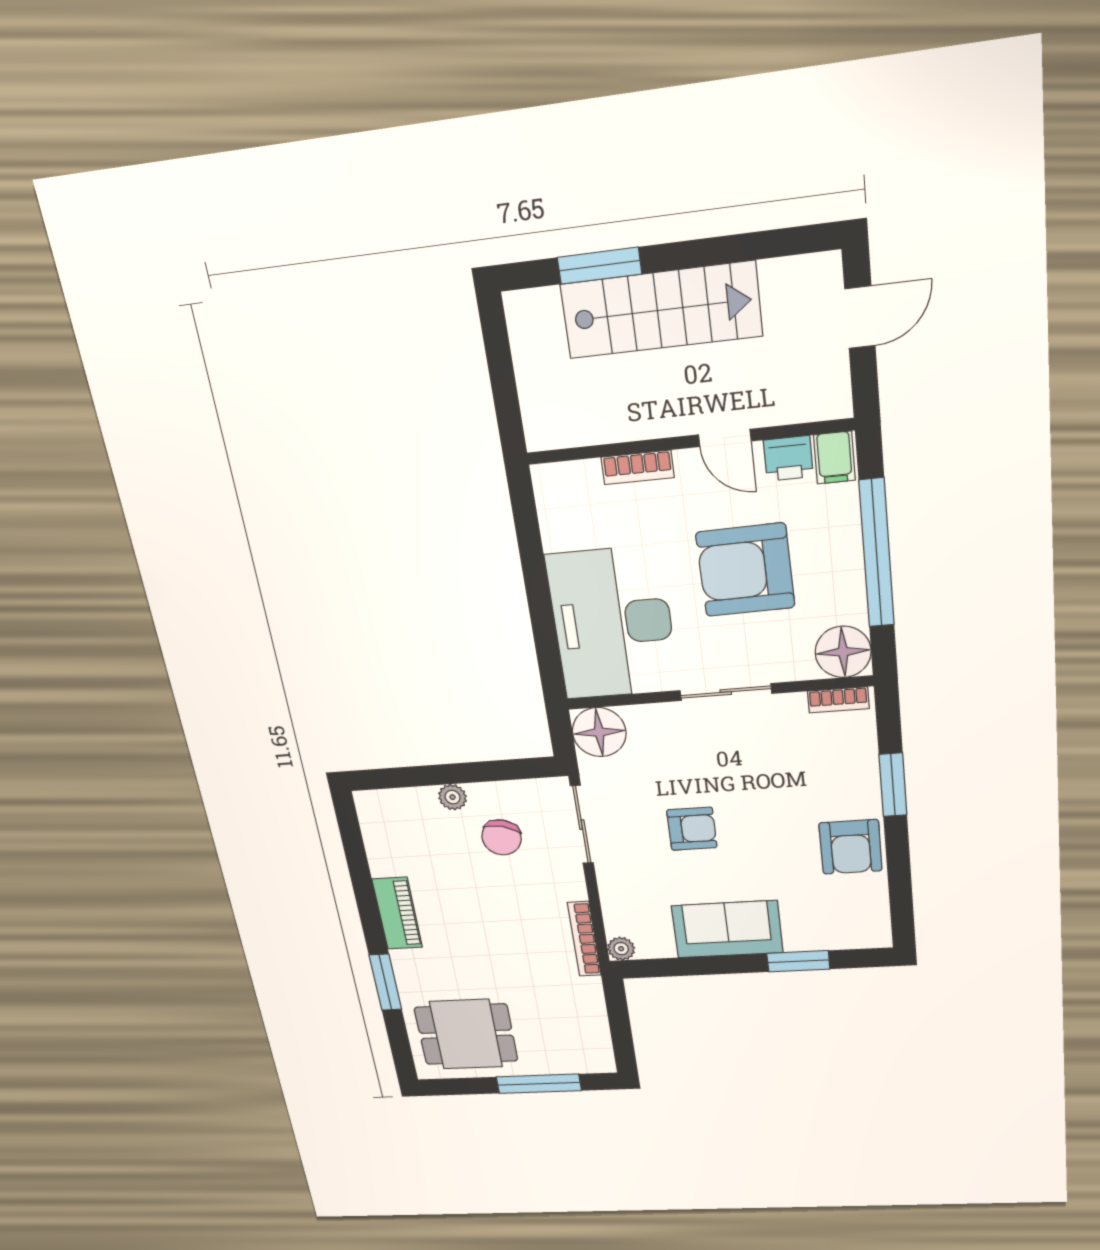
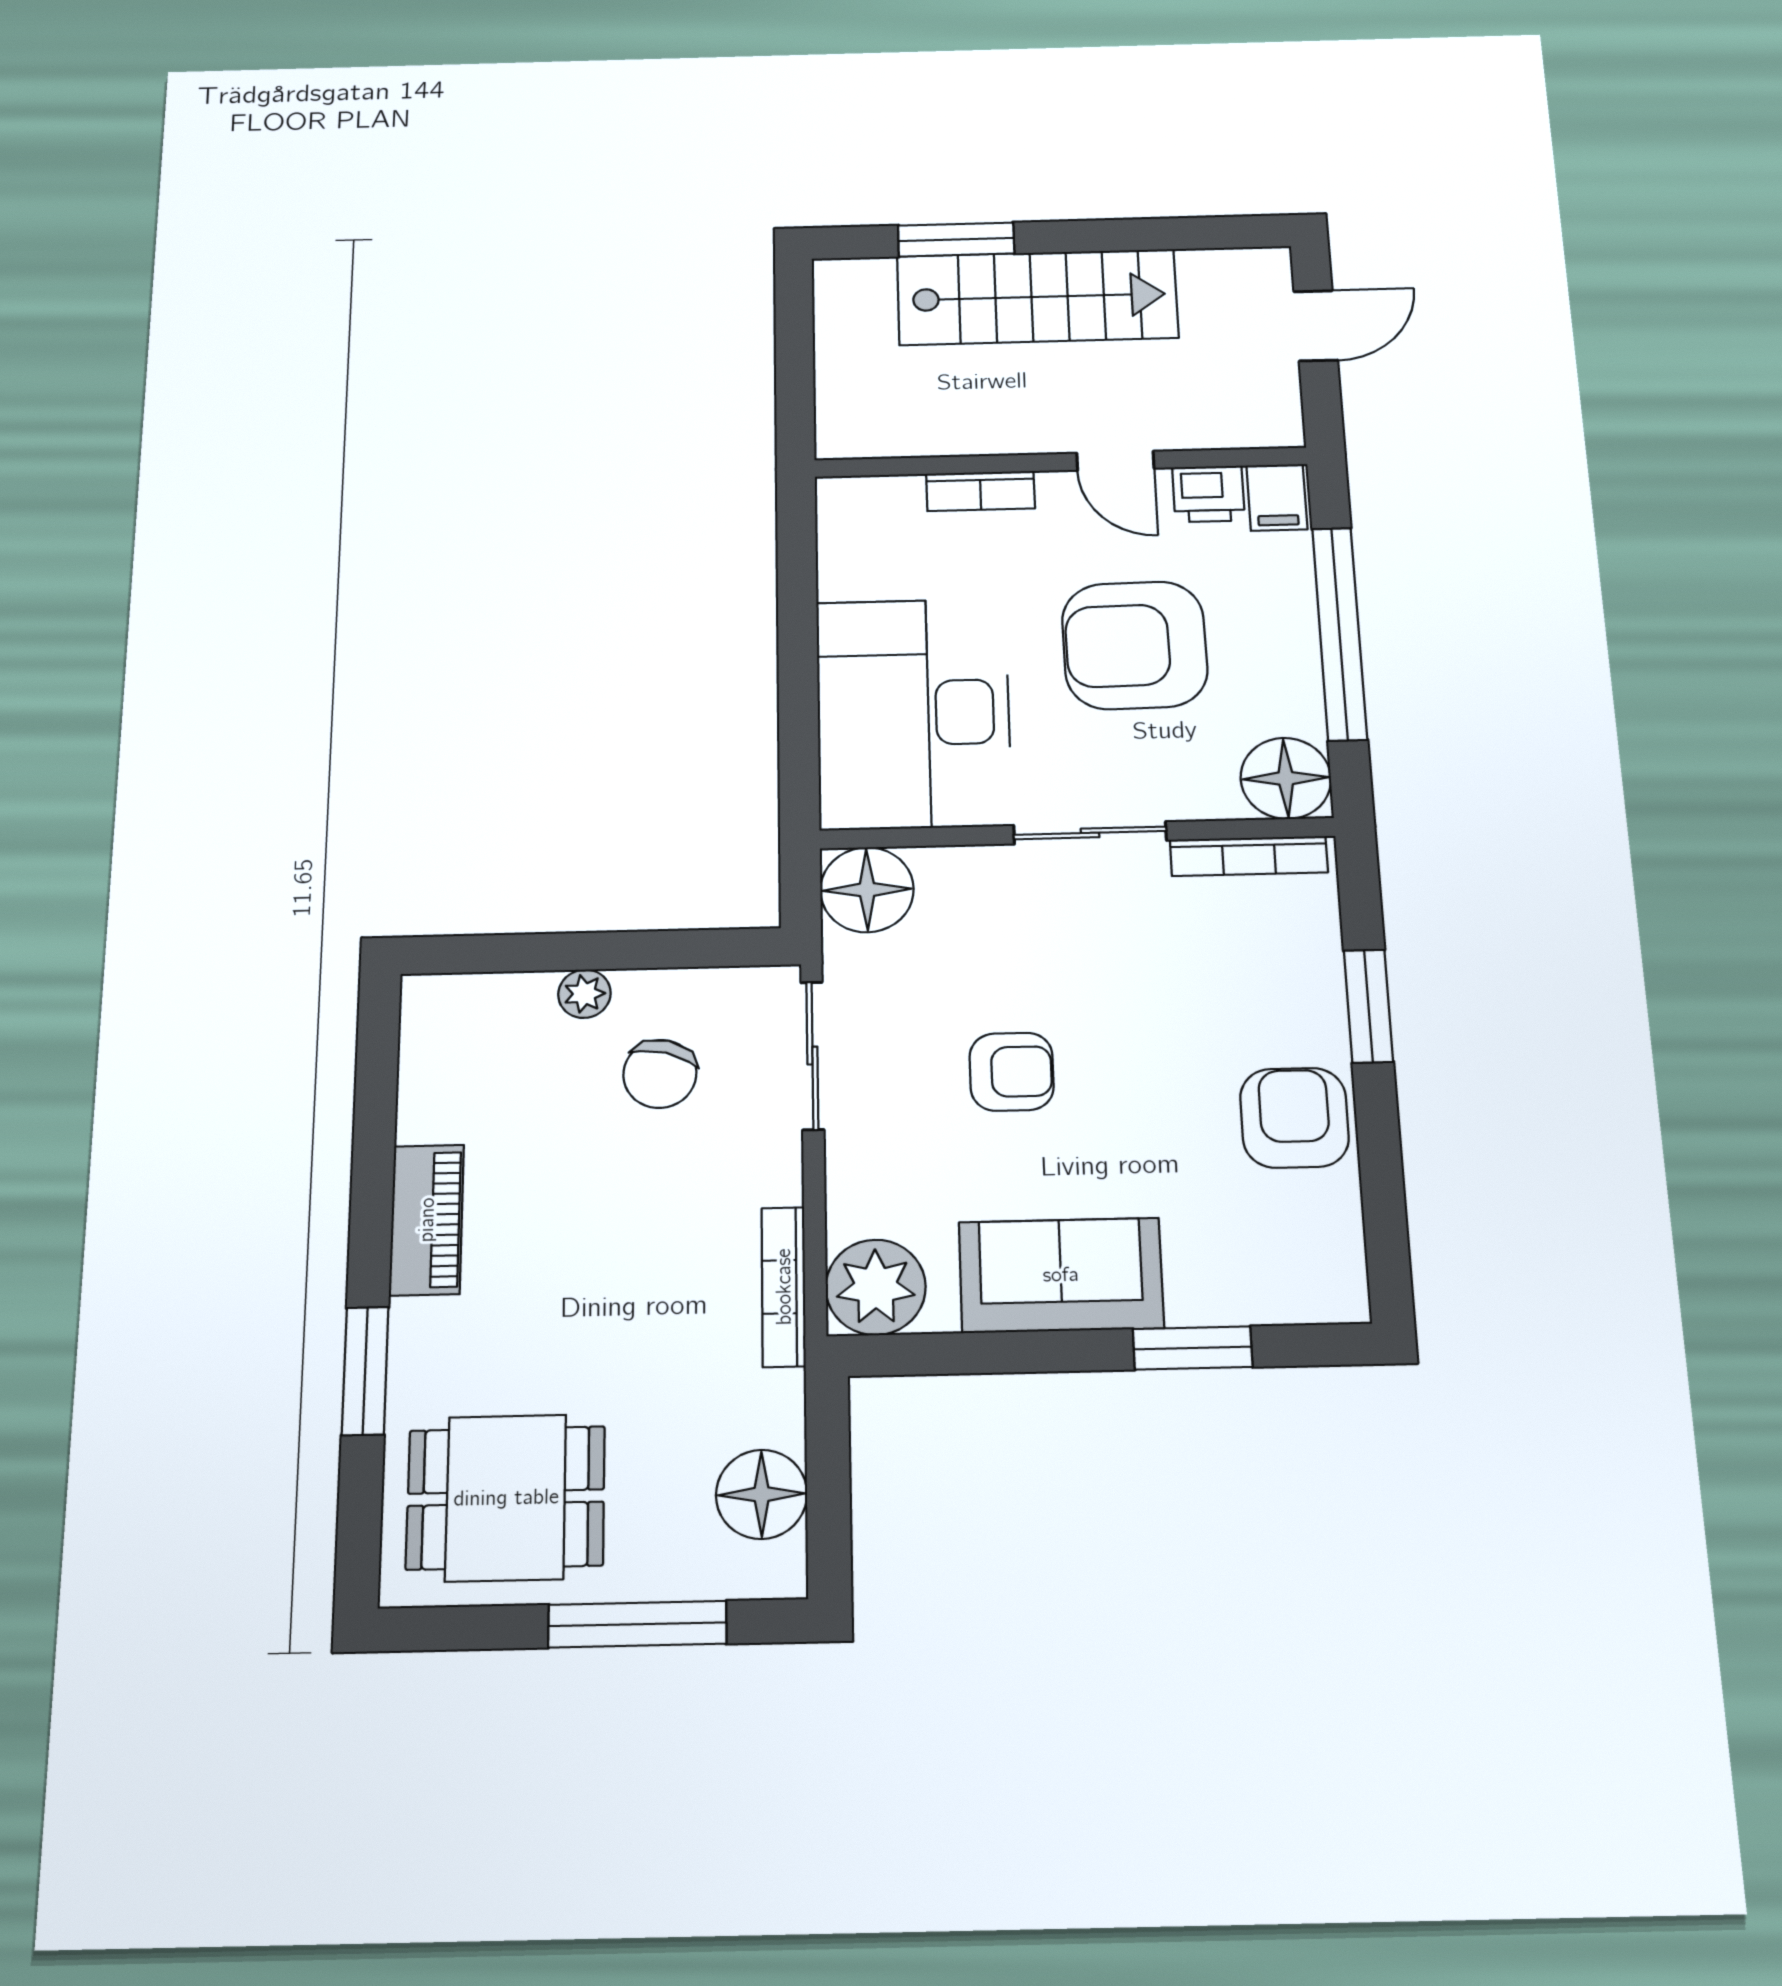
bookcase: (838, 700) -> (1249, 856), width x1.56
armchair: (851, 847) -> (1294, 1118), turned 180
plant: (621, 949) -> (876, 1287), width x1.88, depth x1.88
floor lamp: (588, 1030) -> (762, 1494), added

